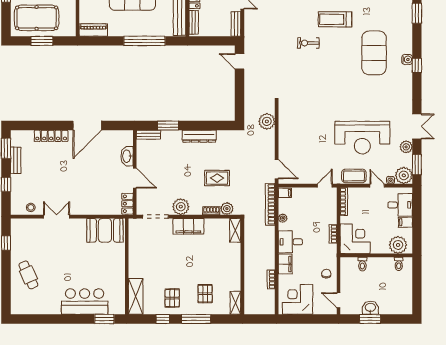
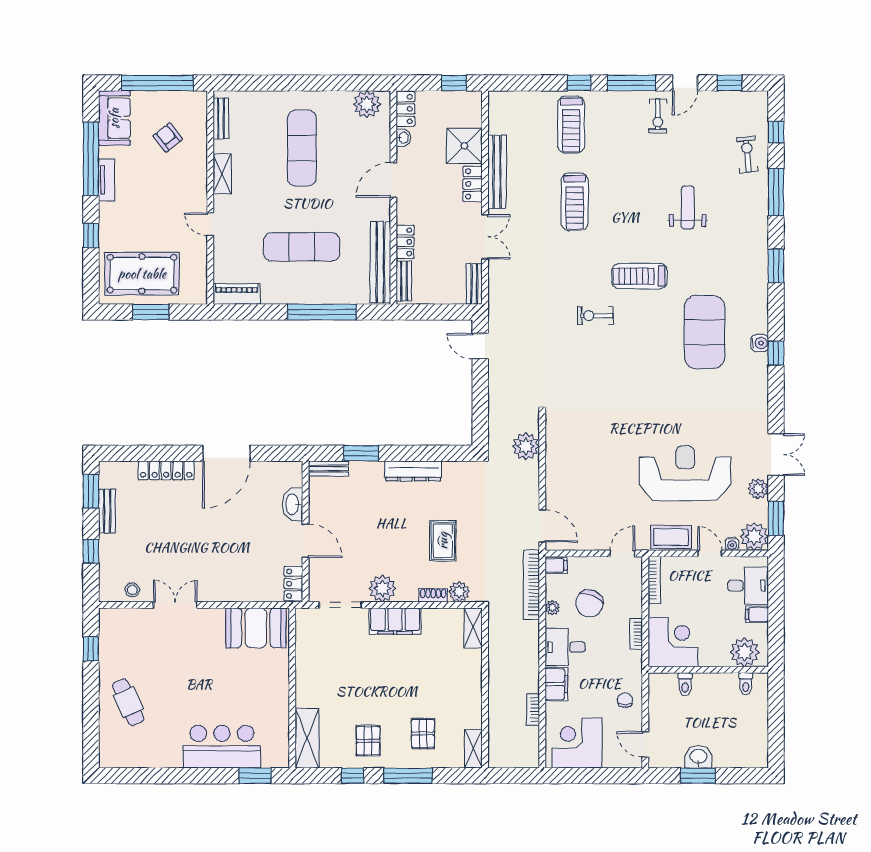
reception desk: (362, 138) -> (685, 473), turned 180
rug: (217, 178) -> (443, 541), turned 90
chair: (305, 216) -> (589, 604), added

